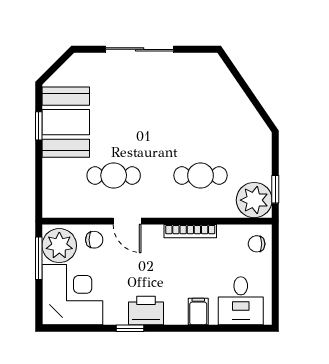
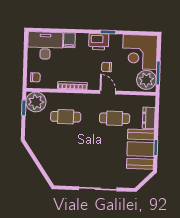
dresser: (53, 178) -> (149, 118), added
chair: (94, 240) -> (107, 67), moved
desk: (241, 301) -> (45, 46), width x1.37

